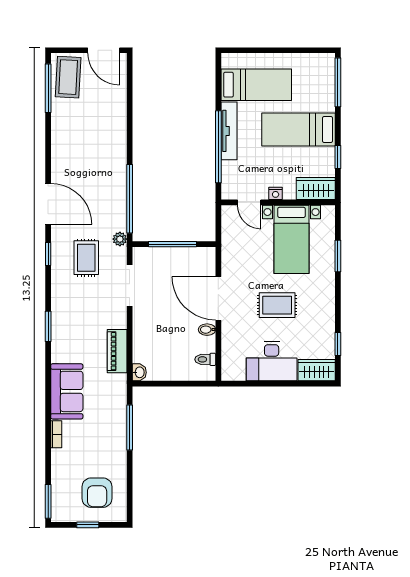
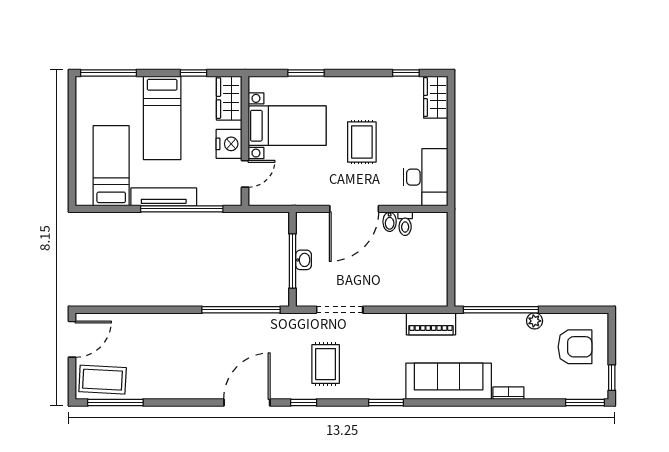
nightstand: (276, 193) -> (229, 144), width x1.89, depth x1.79
plant: (120, 239) -> (535, 321), moved
rug: (86, 258) -> (326, 364), moved, turned 90
piano: (117, 351) -> (431, 324), moved
toilet: (205, 359) -> (405, 224), moved
desk: (272, 361) -> (425, 177), moved
washbasin: (139, 372) -> (303, 260), moved, turned 90
sofa: (67, 391) -> (449, 381), width x1.36
window: (130, 428) -> (501, 310), width x1.46
window: (88, 525) -> (612, 378), moved

